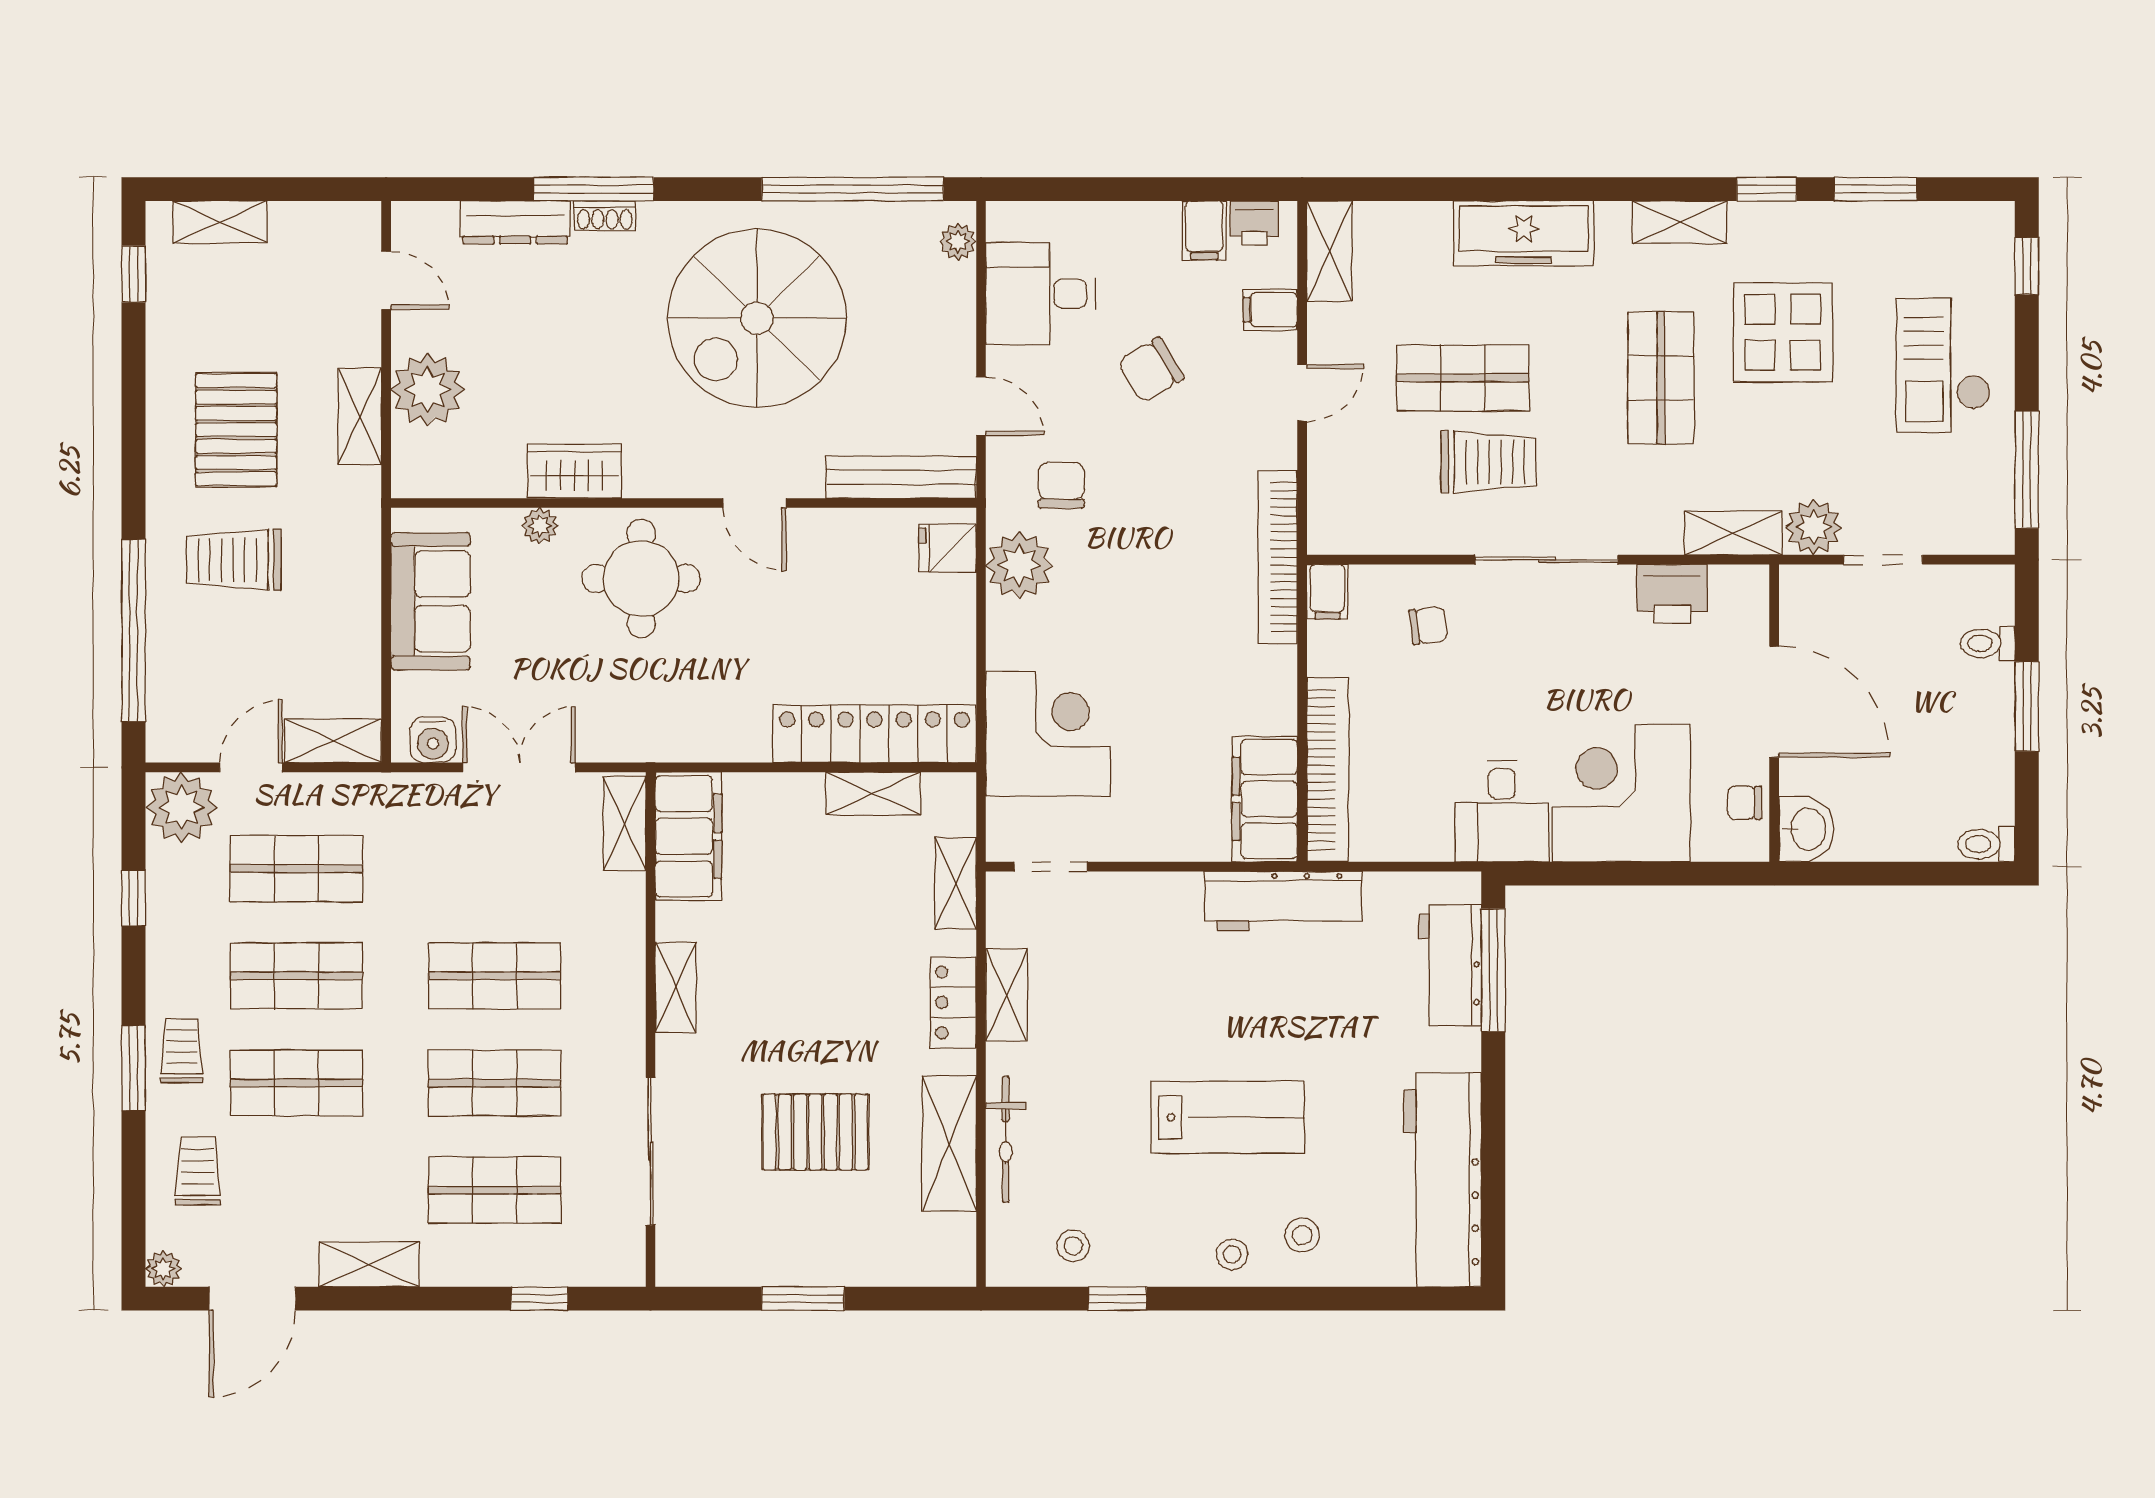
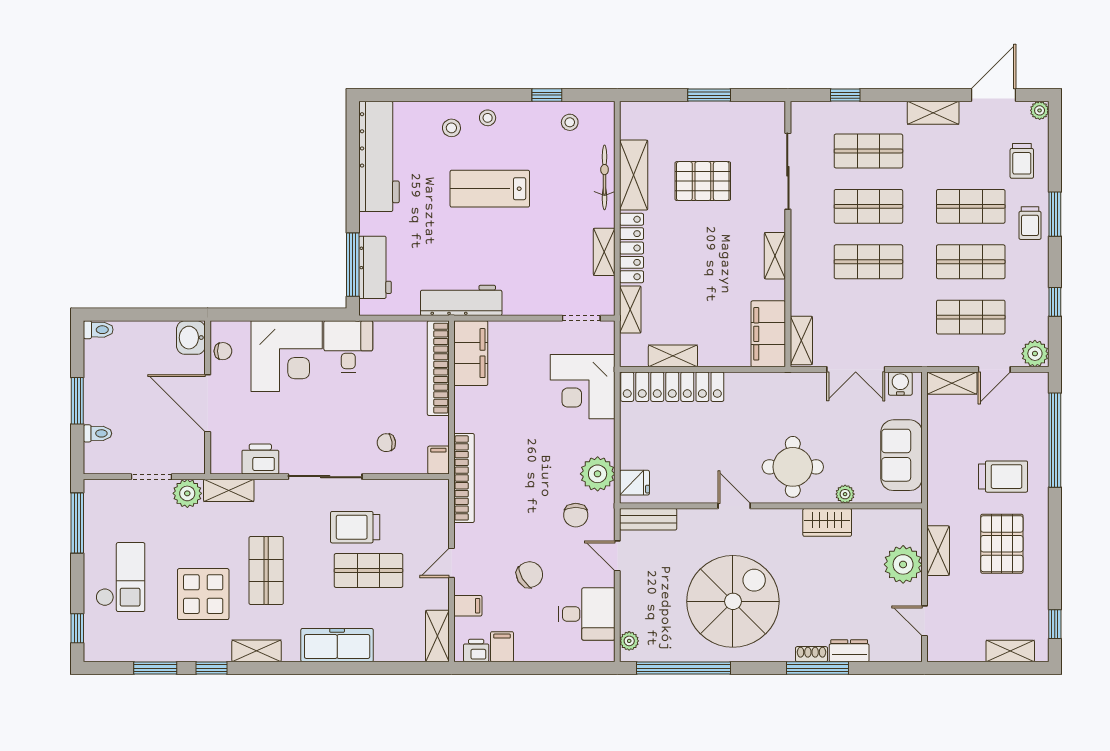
dresser: (515, 222) -> (849, 651), width x0.70
bench: (901, 477) -> (648, 519), width x0.73
plant: (182, 807) -> (1035, 354), width x0.73, depth x0.73
locker: (953, 1002) -> (632, 248), width x1.53

